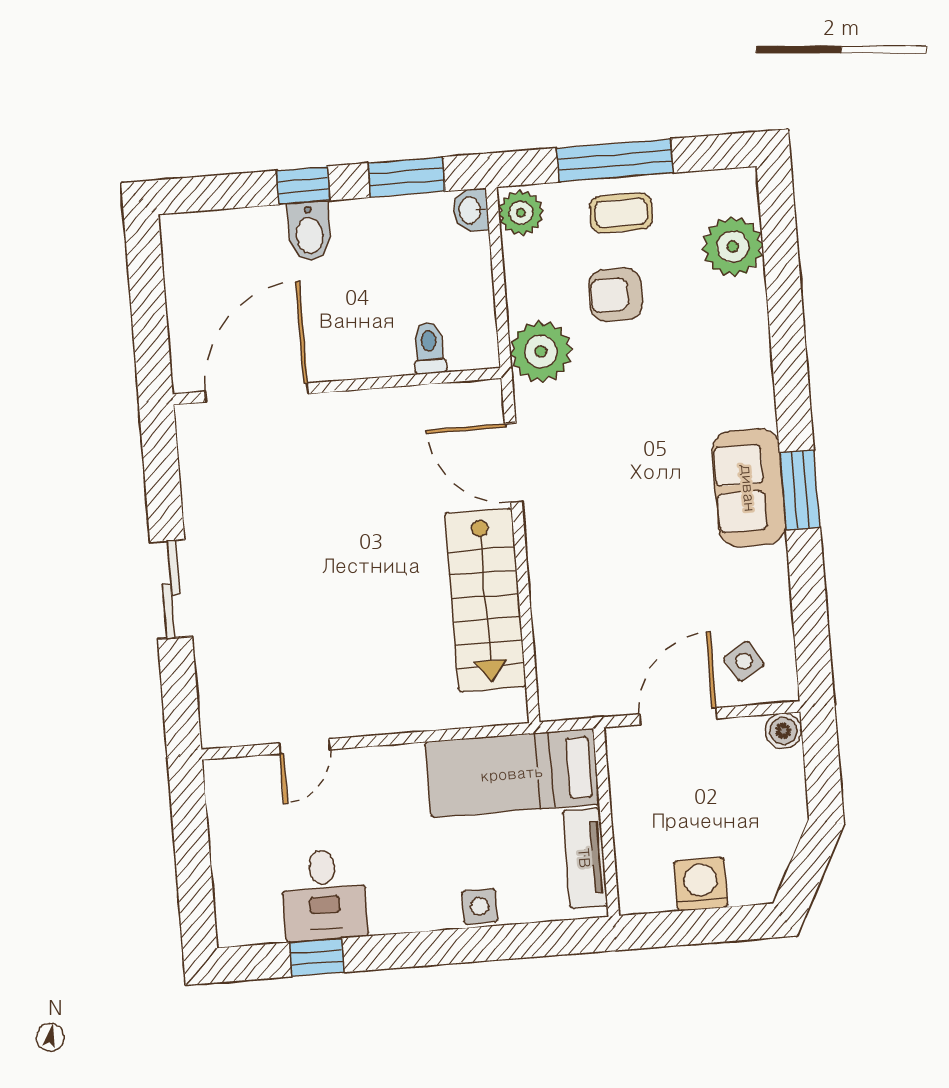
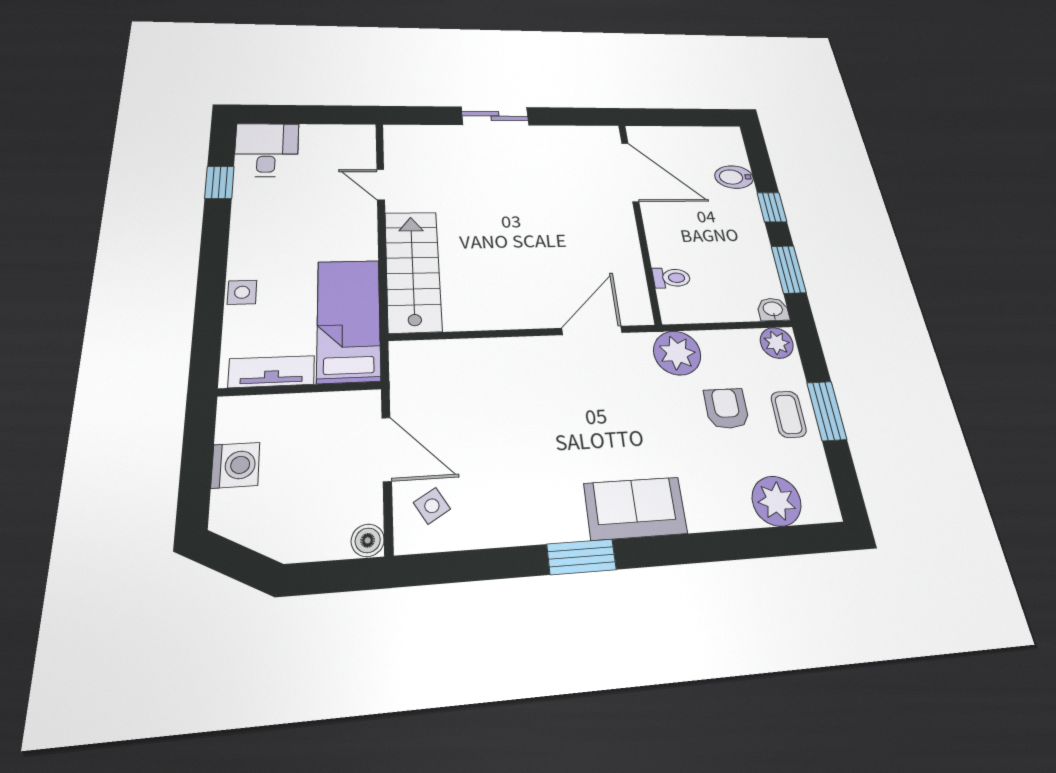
window: (615, 160) -> (827, 411), width x0.69
bidet: (309, 231) -> (734, 177), moved
sofa: (749, 488) -> (635, 508), moved
stairs: (485, 600) -> (413, 271), moved, turned 90
desk: (324, 895) -> (267, 150), moved, turned 90

